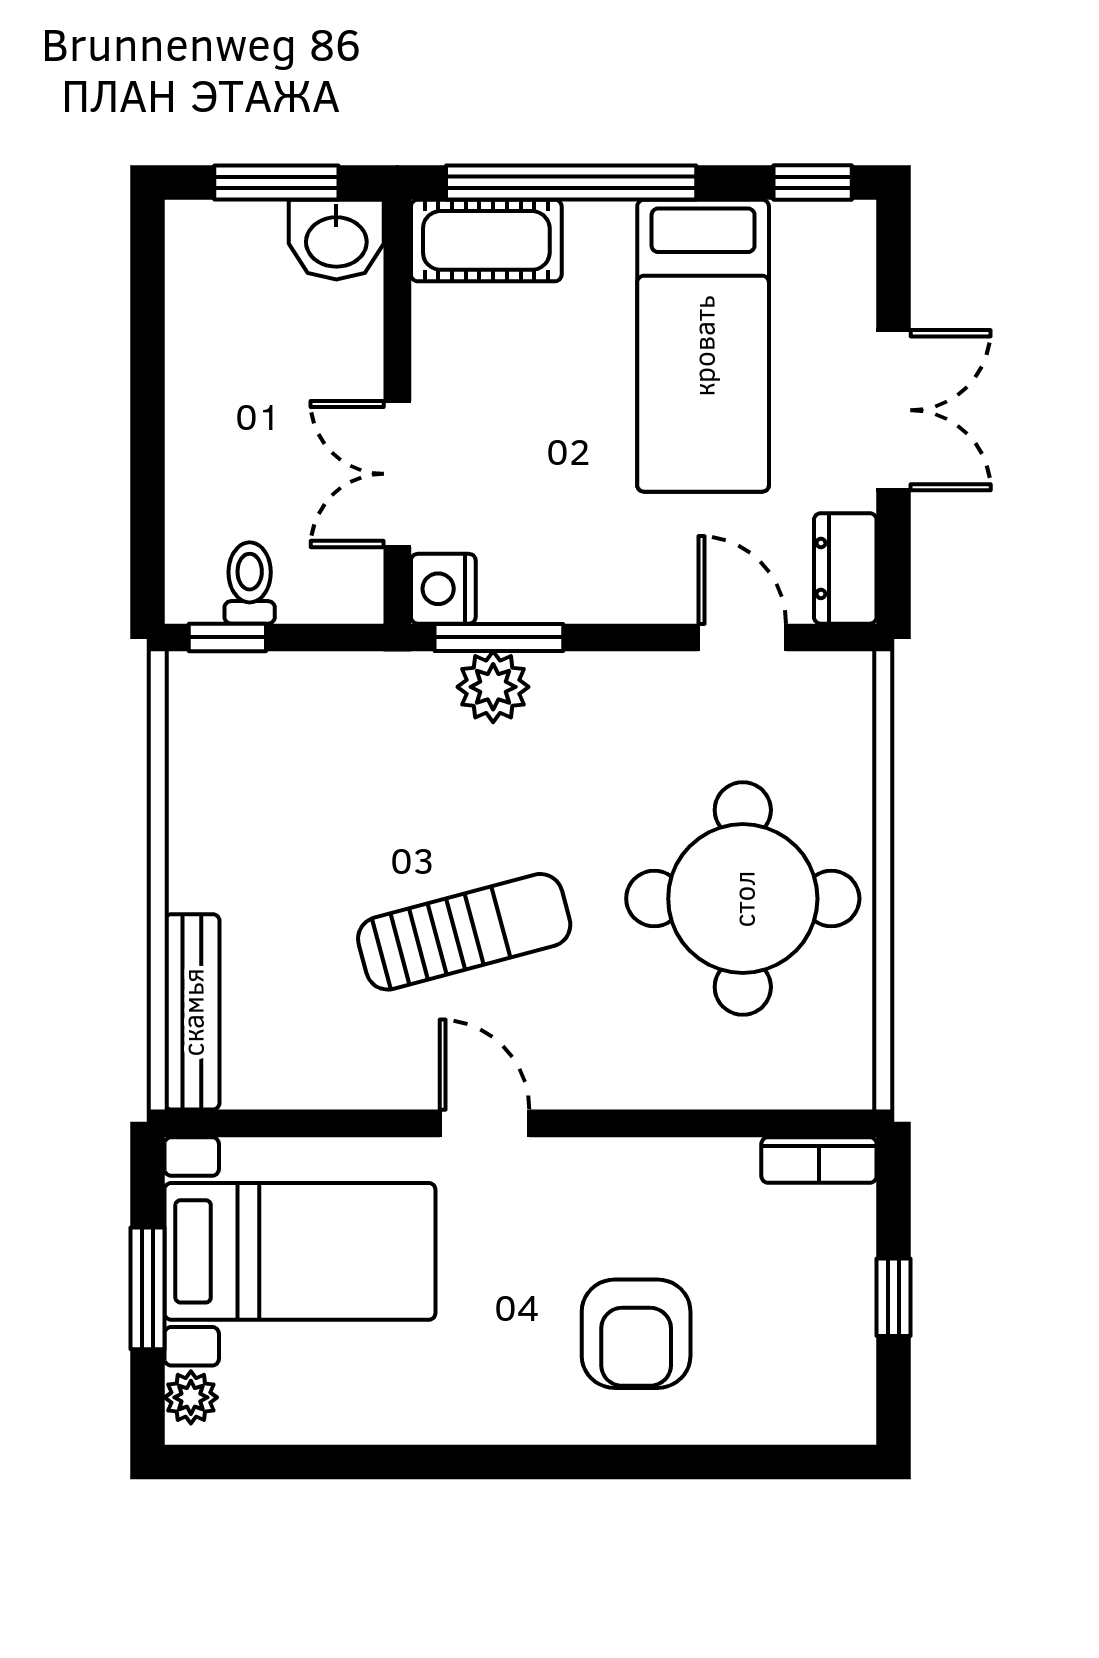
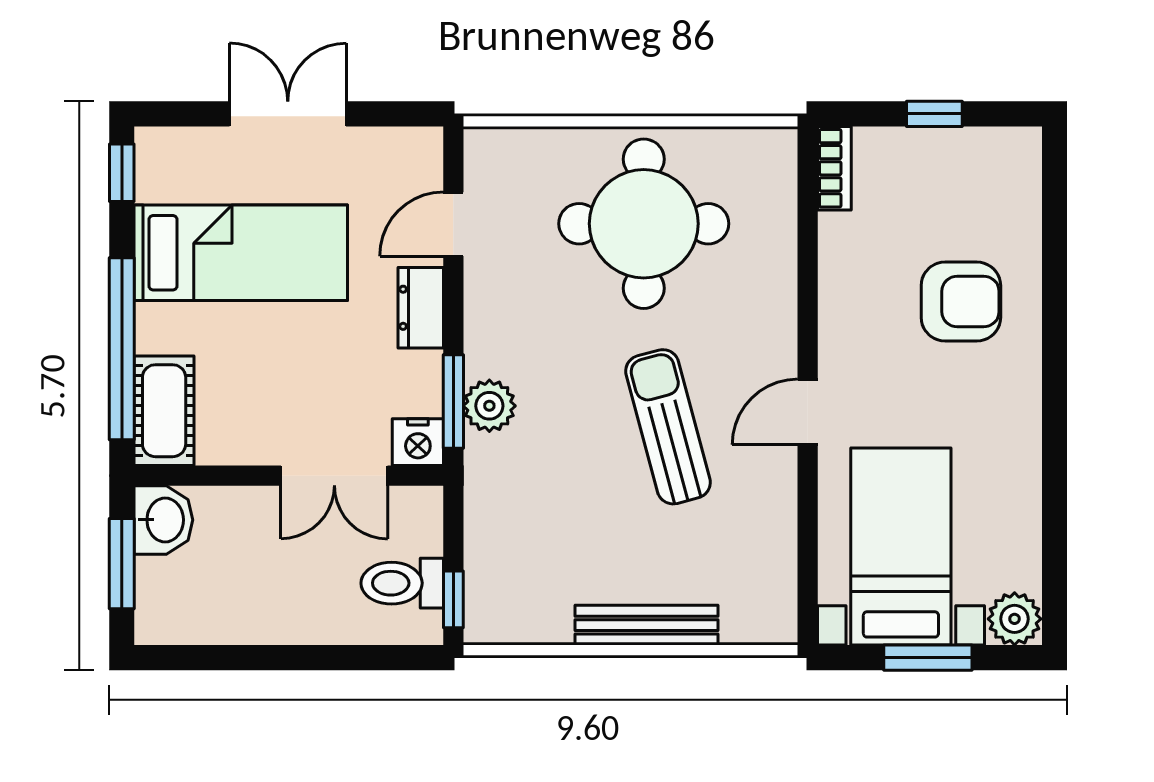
dresser: (845, 568) -> (421, 308), moved, turned 90
toilet: (250, 583) -> (402, 583), width x1.37, depth x1.39
bench: (192, 1012) -> (647, 625), moved
plant: (191, 1397) -> (1015, 619), width x1.38, depth x1.38

